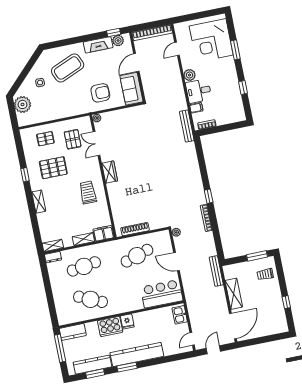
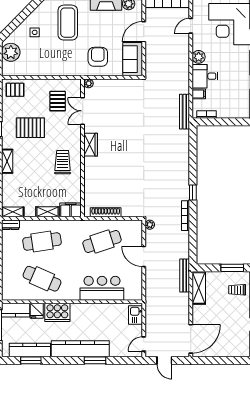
coffee table: (68, 68) -> (68, 23), turned -67
armchair: (100, 93) -> (98, 57), turned -90
pallet: (45, 139) -> (15, 90), moved
bar counter: (162, 294) -> (102, 288), moved
shelving: (234, 294) -> (199, 288), moved
fridge: (127, 321) -> (37, 311), moved
door: (213, 350) -> (164, 360), swing flipped
window: (127, 367) -> (95, 360), moved

